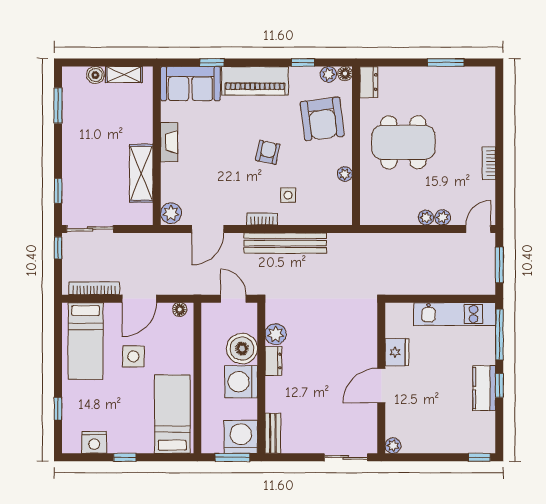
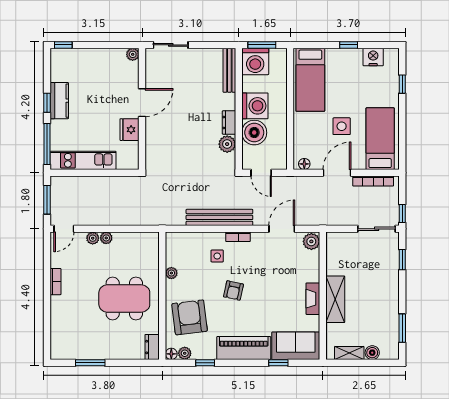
shelving: (141, 173) -> (335, 299), moved
bench: (273, 433) -> (229, 70), width x1.36

